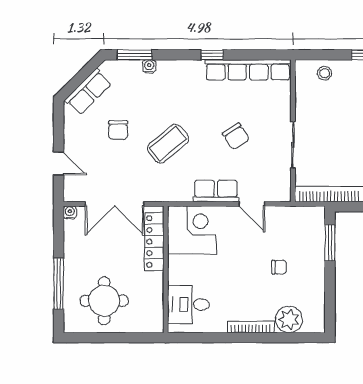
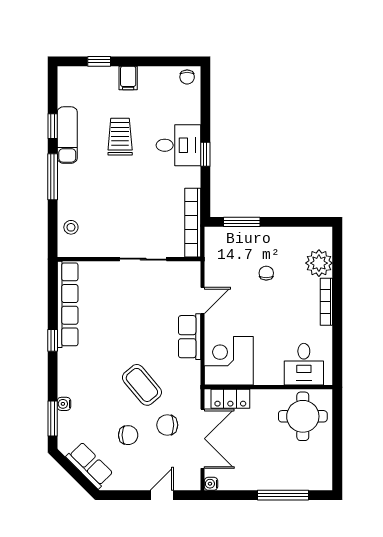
chair: (236, 136) -> (167, 425), moved, turned -147
locker: (154, 242) -> (230, 399), width x0.66
round table: (104, 301) -> (303, 416), moved

